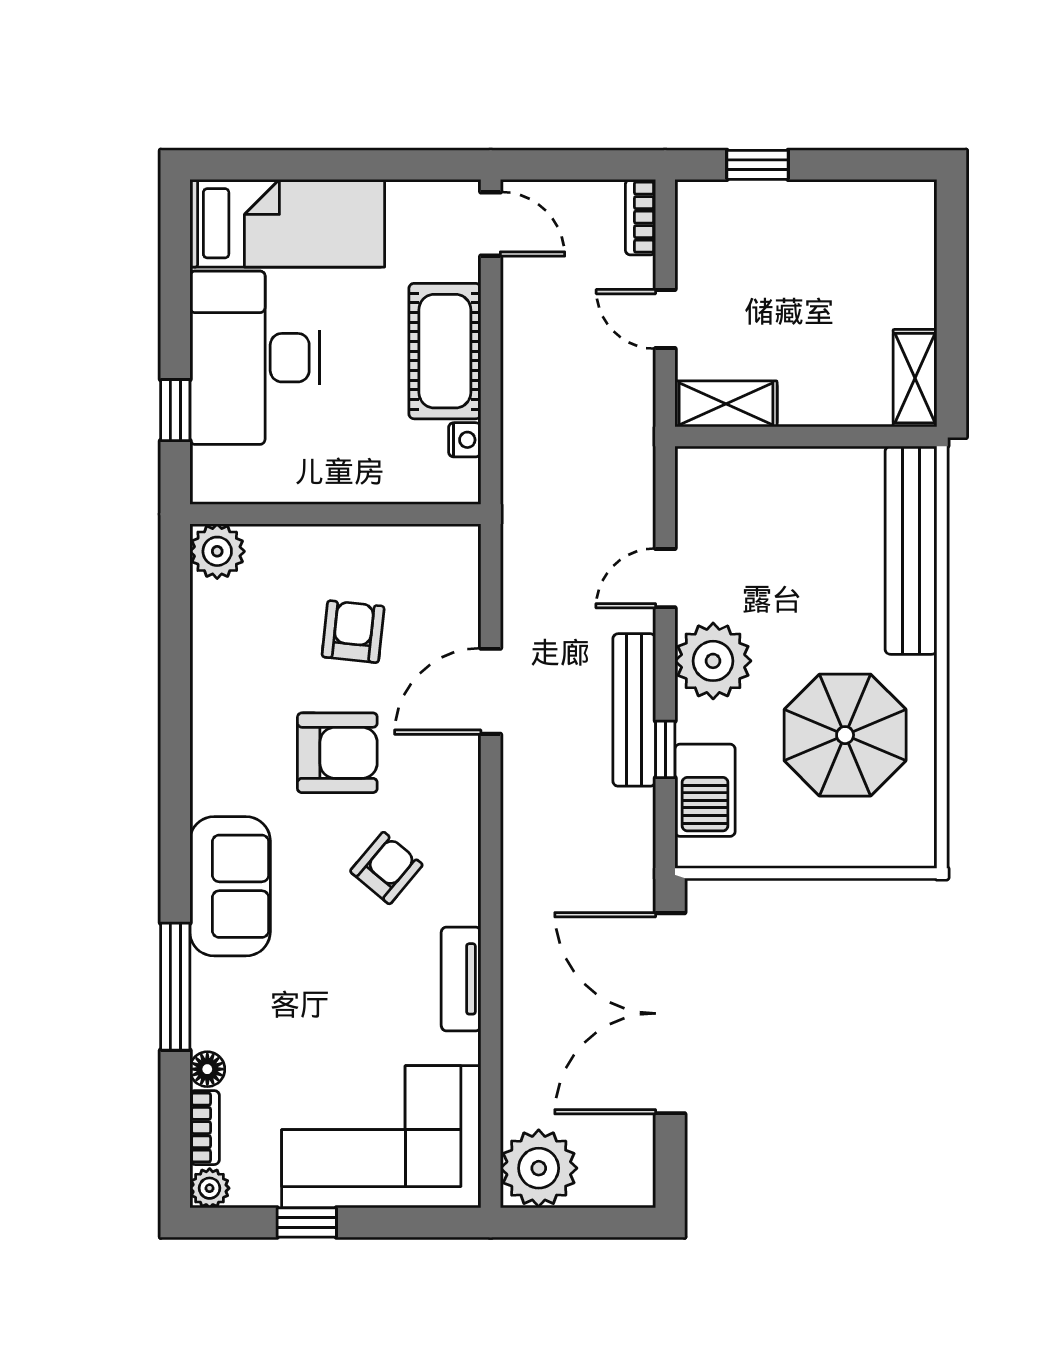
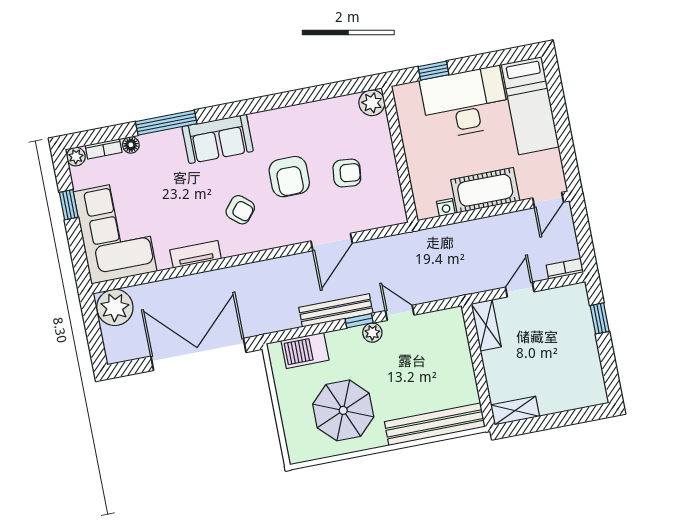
plant: (713, 661) -> (372, 333), width x0.53, depth x0.53
door: (491, 691) -> (332, 242), swing flipped
window: (665, 749) -> (359, 321), moved

